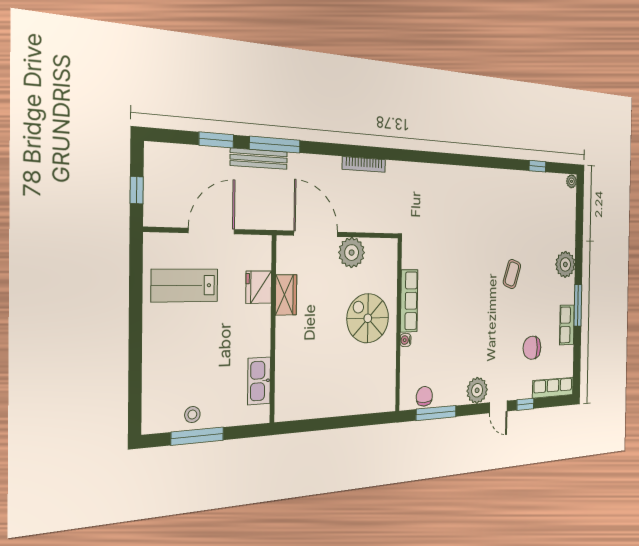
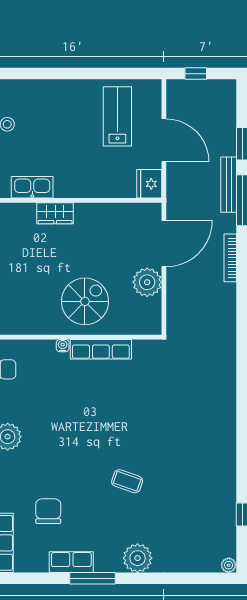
bookcase: (364, 164) -> (230, 258), moved
fridge: (259, 287) -> (149, 184), moved, turned -90
wardrobe: (286, 295) -> (55, 213), moved

